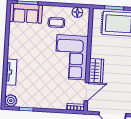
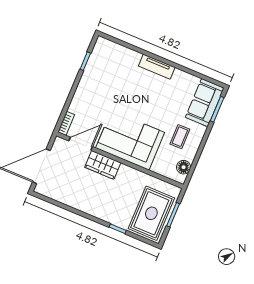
tv unit: (11, 72) -> (157, 67), moved
door: (86, 92) -> (81, 144), swing flipped
plant: (11, 101) -> (103, 46), removed

